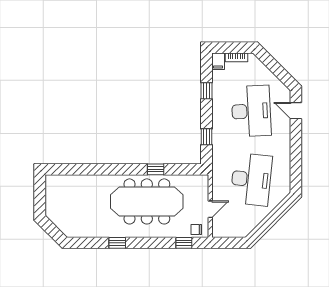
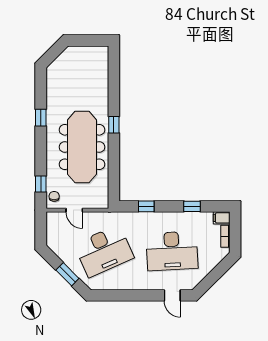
door: (296, 111) -> (172, 295), swing flipped
window: (156, 169) -> (114, 125), moved
desk: (251, 179) -> (104, 251), turned -30
window: (275, 216) -> (67, 274), added

